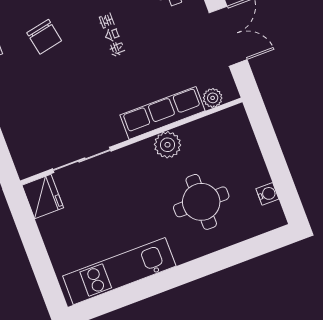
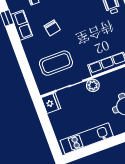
coffee table: (53, 112) -> (56, 63), added
plant: (167, 145) -> (93, 85), moved

